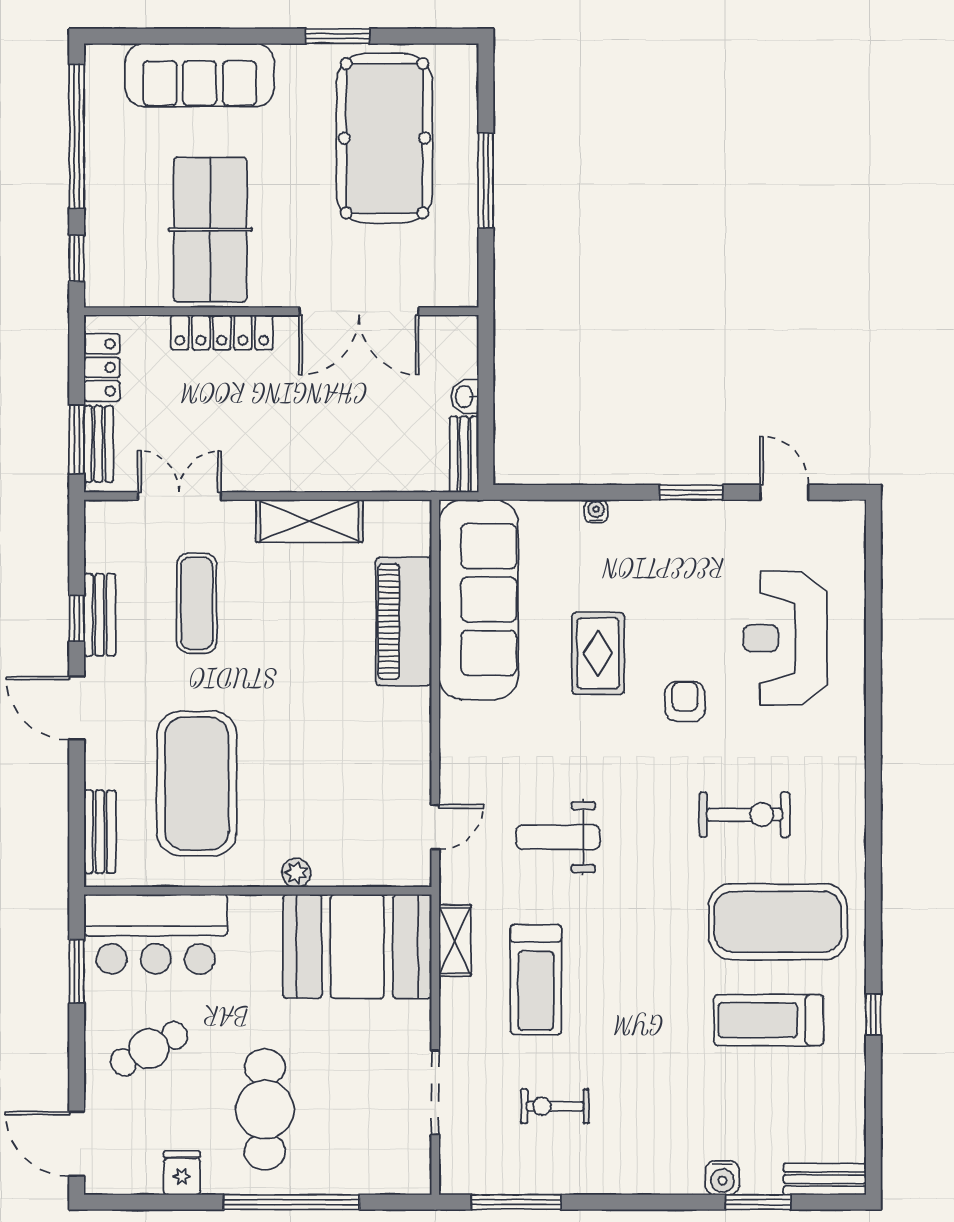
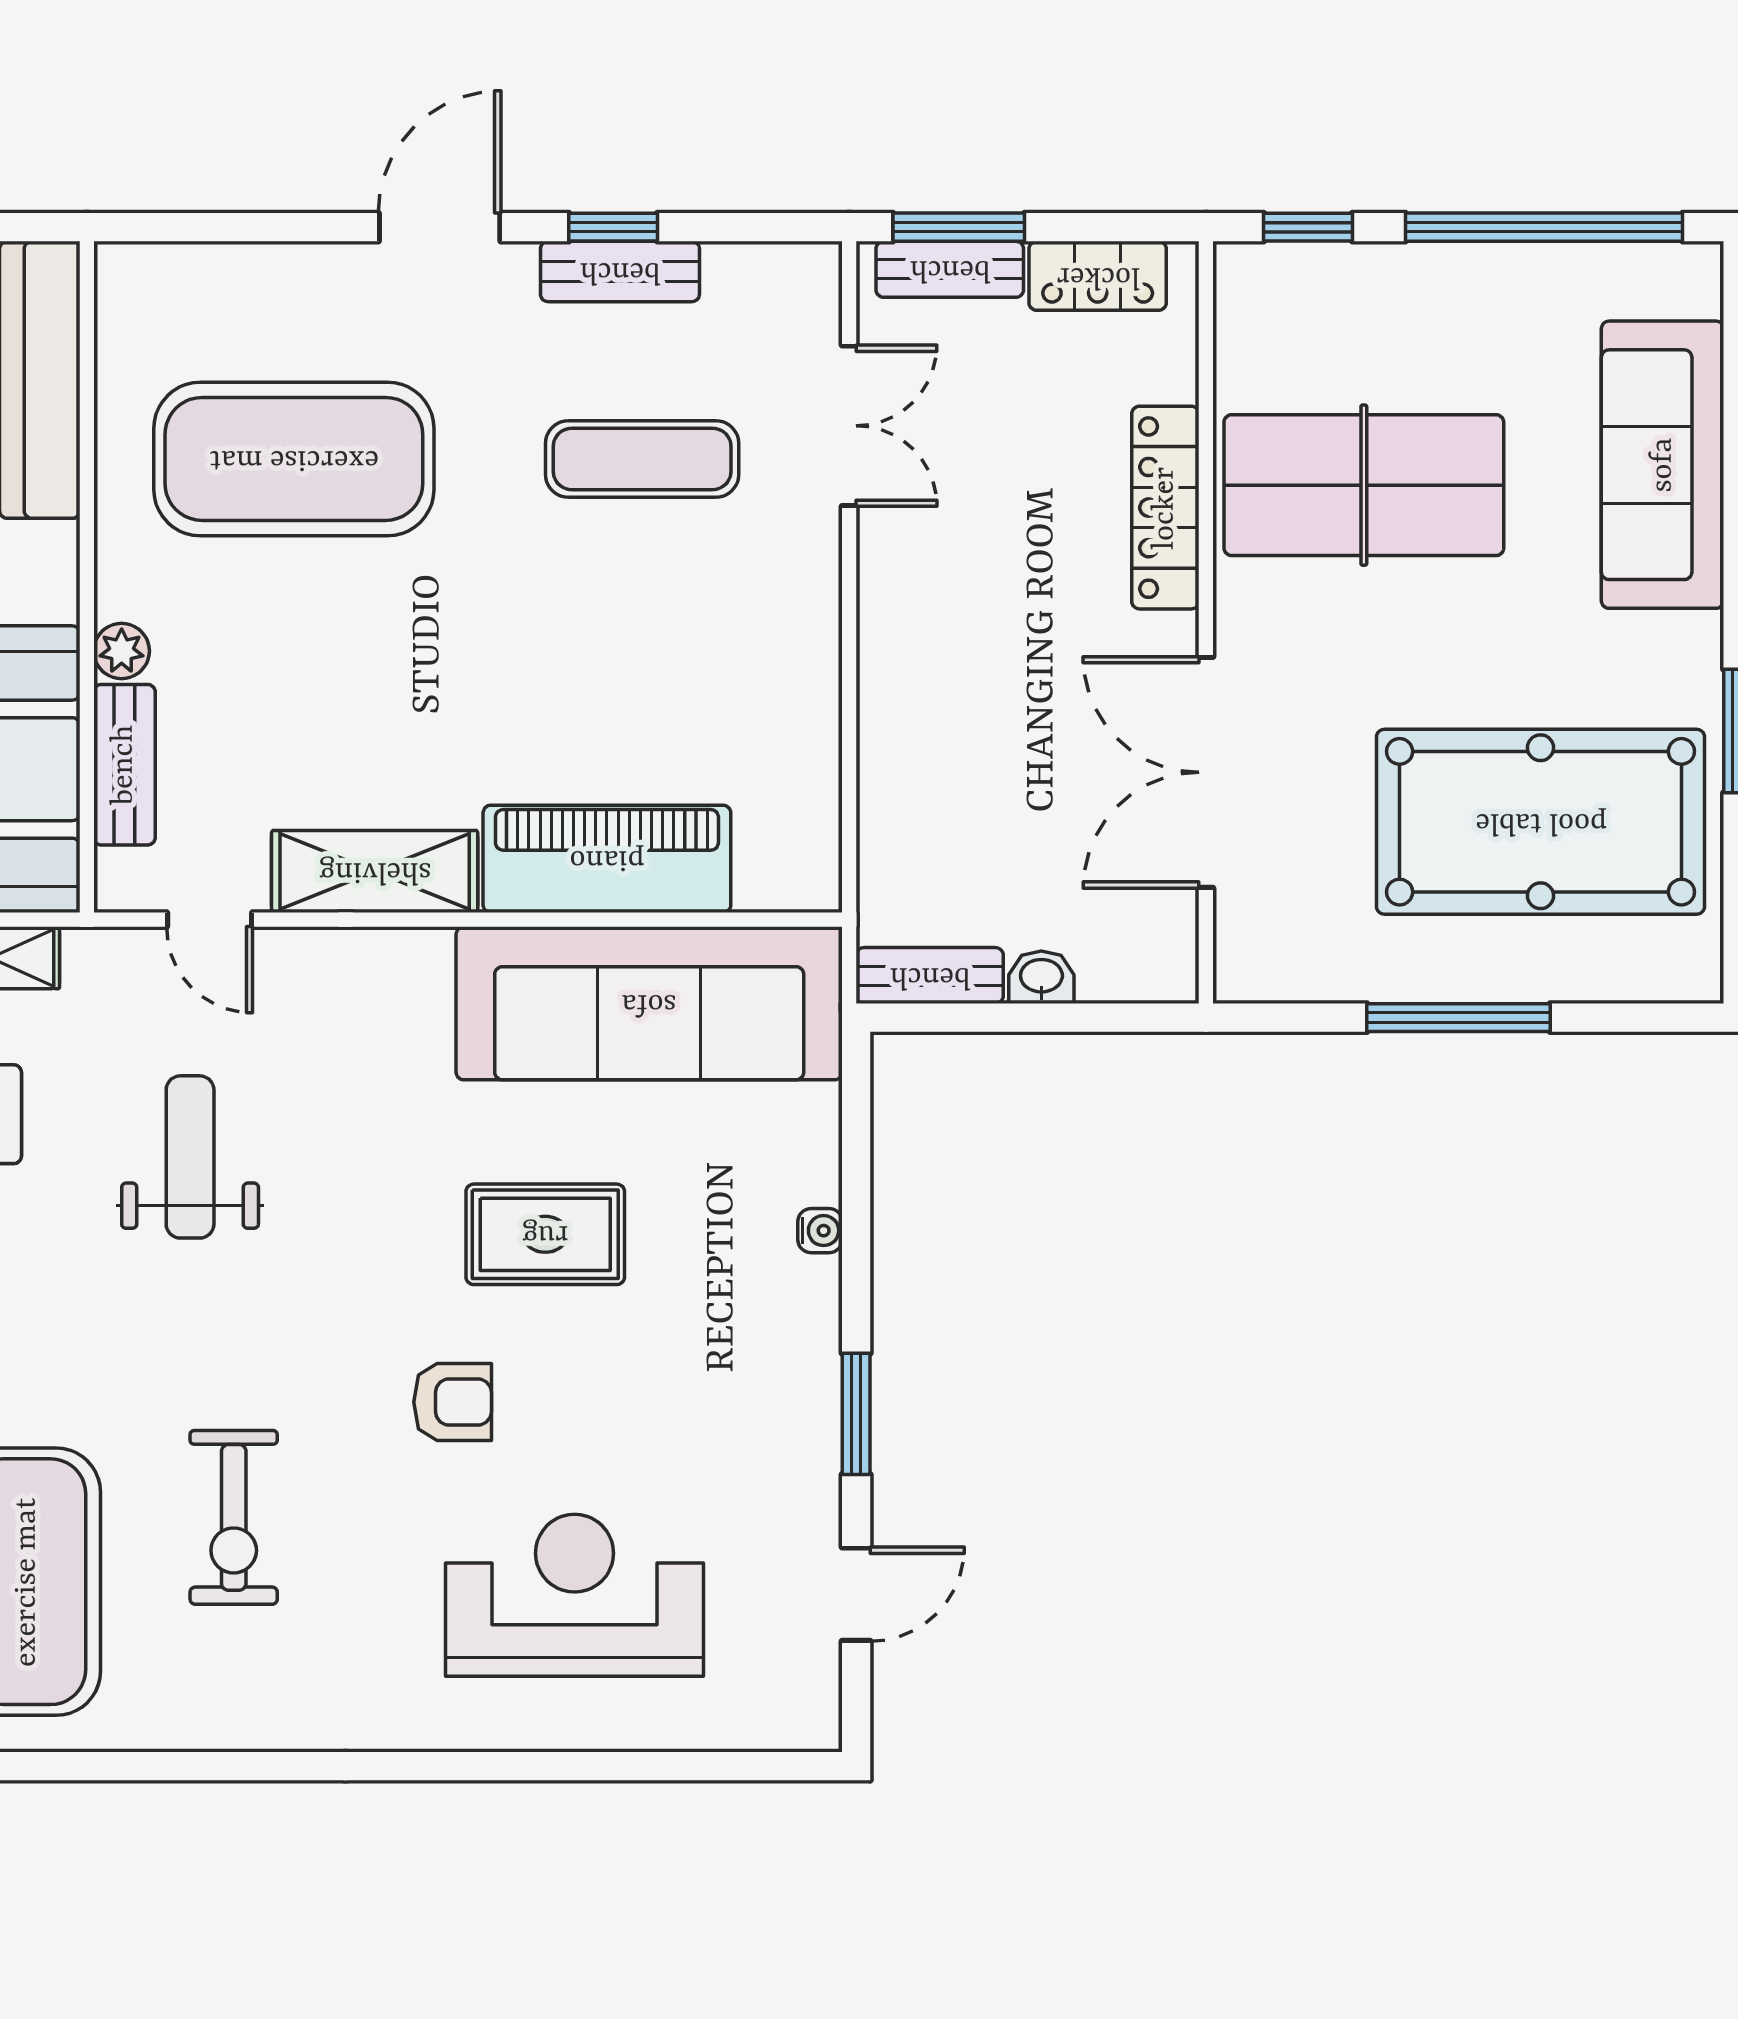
shelving: (309, 521) -> (375, 871), moved, turned 90
bench: (100, 832) -> (124, 765), moved, turned 90

